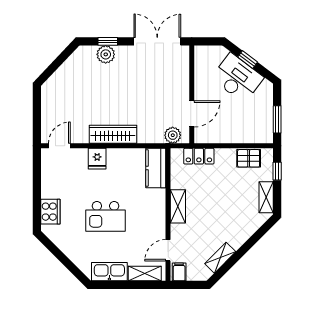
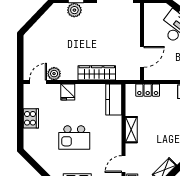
wardrobe: (113, 134) -> (97, 73), moved
plant: (173, 135) -> (54, 74), moved
cooker: (50, 212) -> (31, 118), moved

